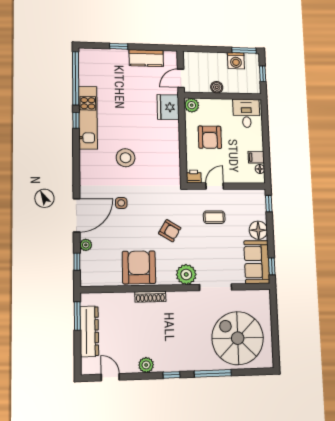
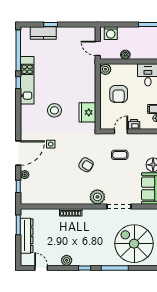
kitchen counter: (146, 58) -> (43, 33), moved
washing machine: (236, 61) -> (111, 33), moved
door: (181, 78) -> (98, 48), hinge flipped
fridge: (168, 107) -> (87, 112), moved
printer: (194, 177) -> (134, 124), moved
armchair: (139, 267) -> (63, 191), removed

